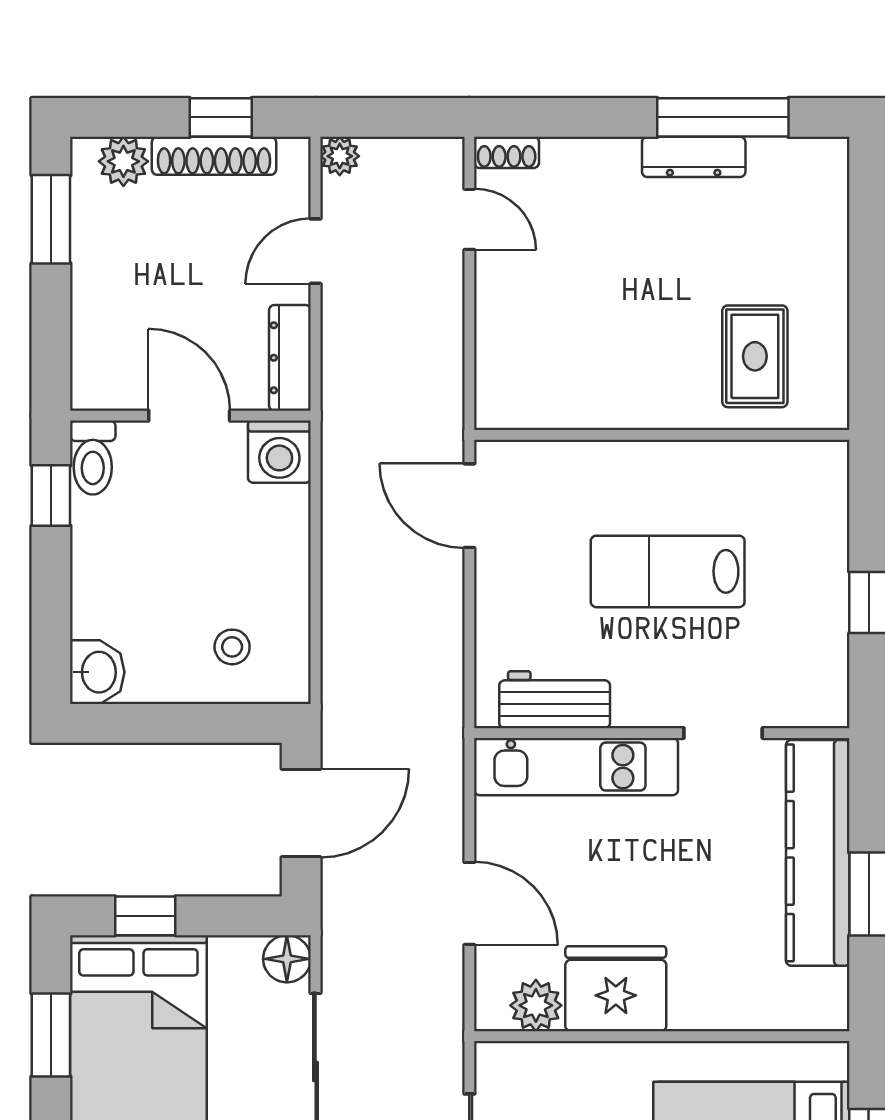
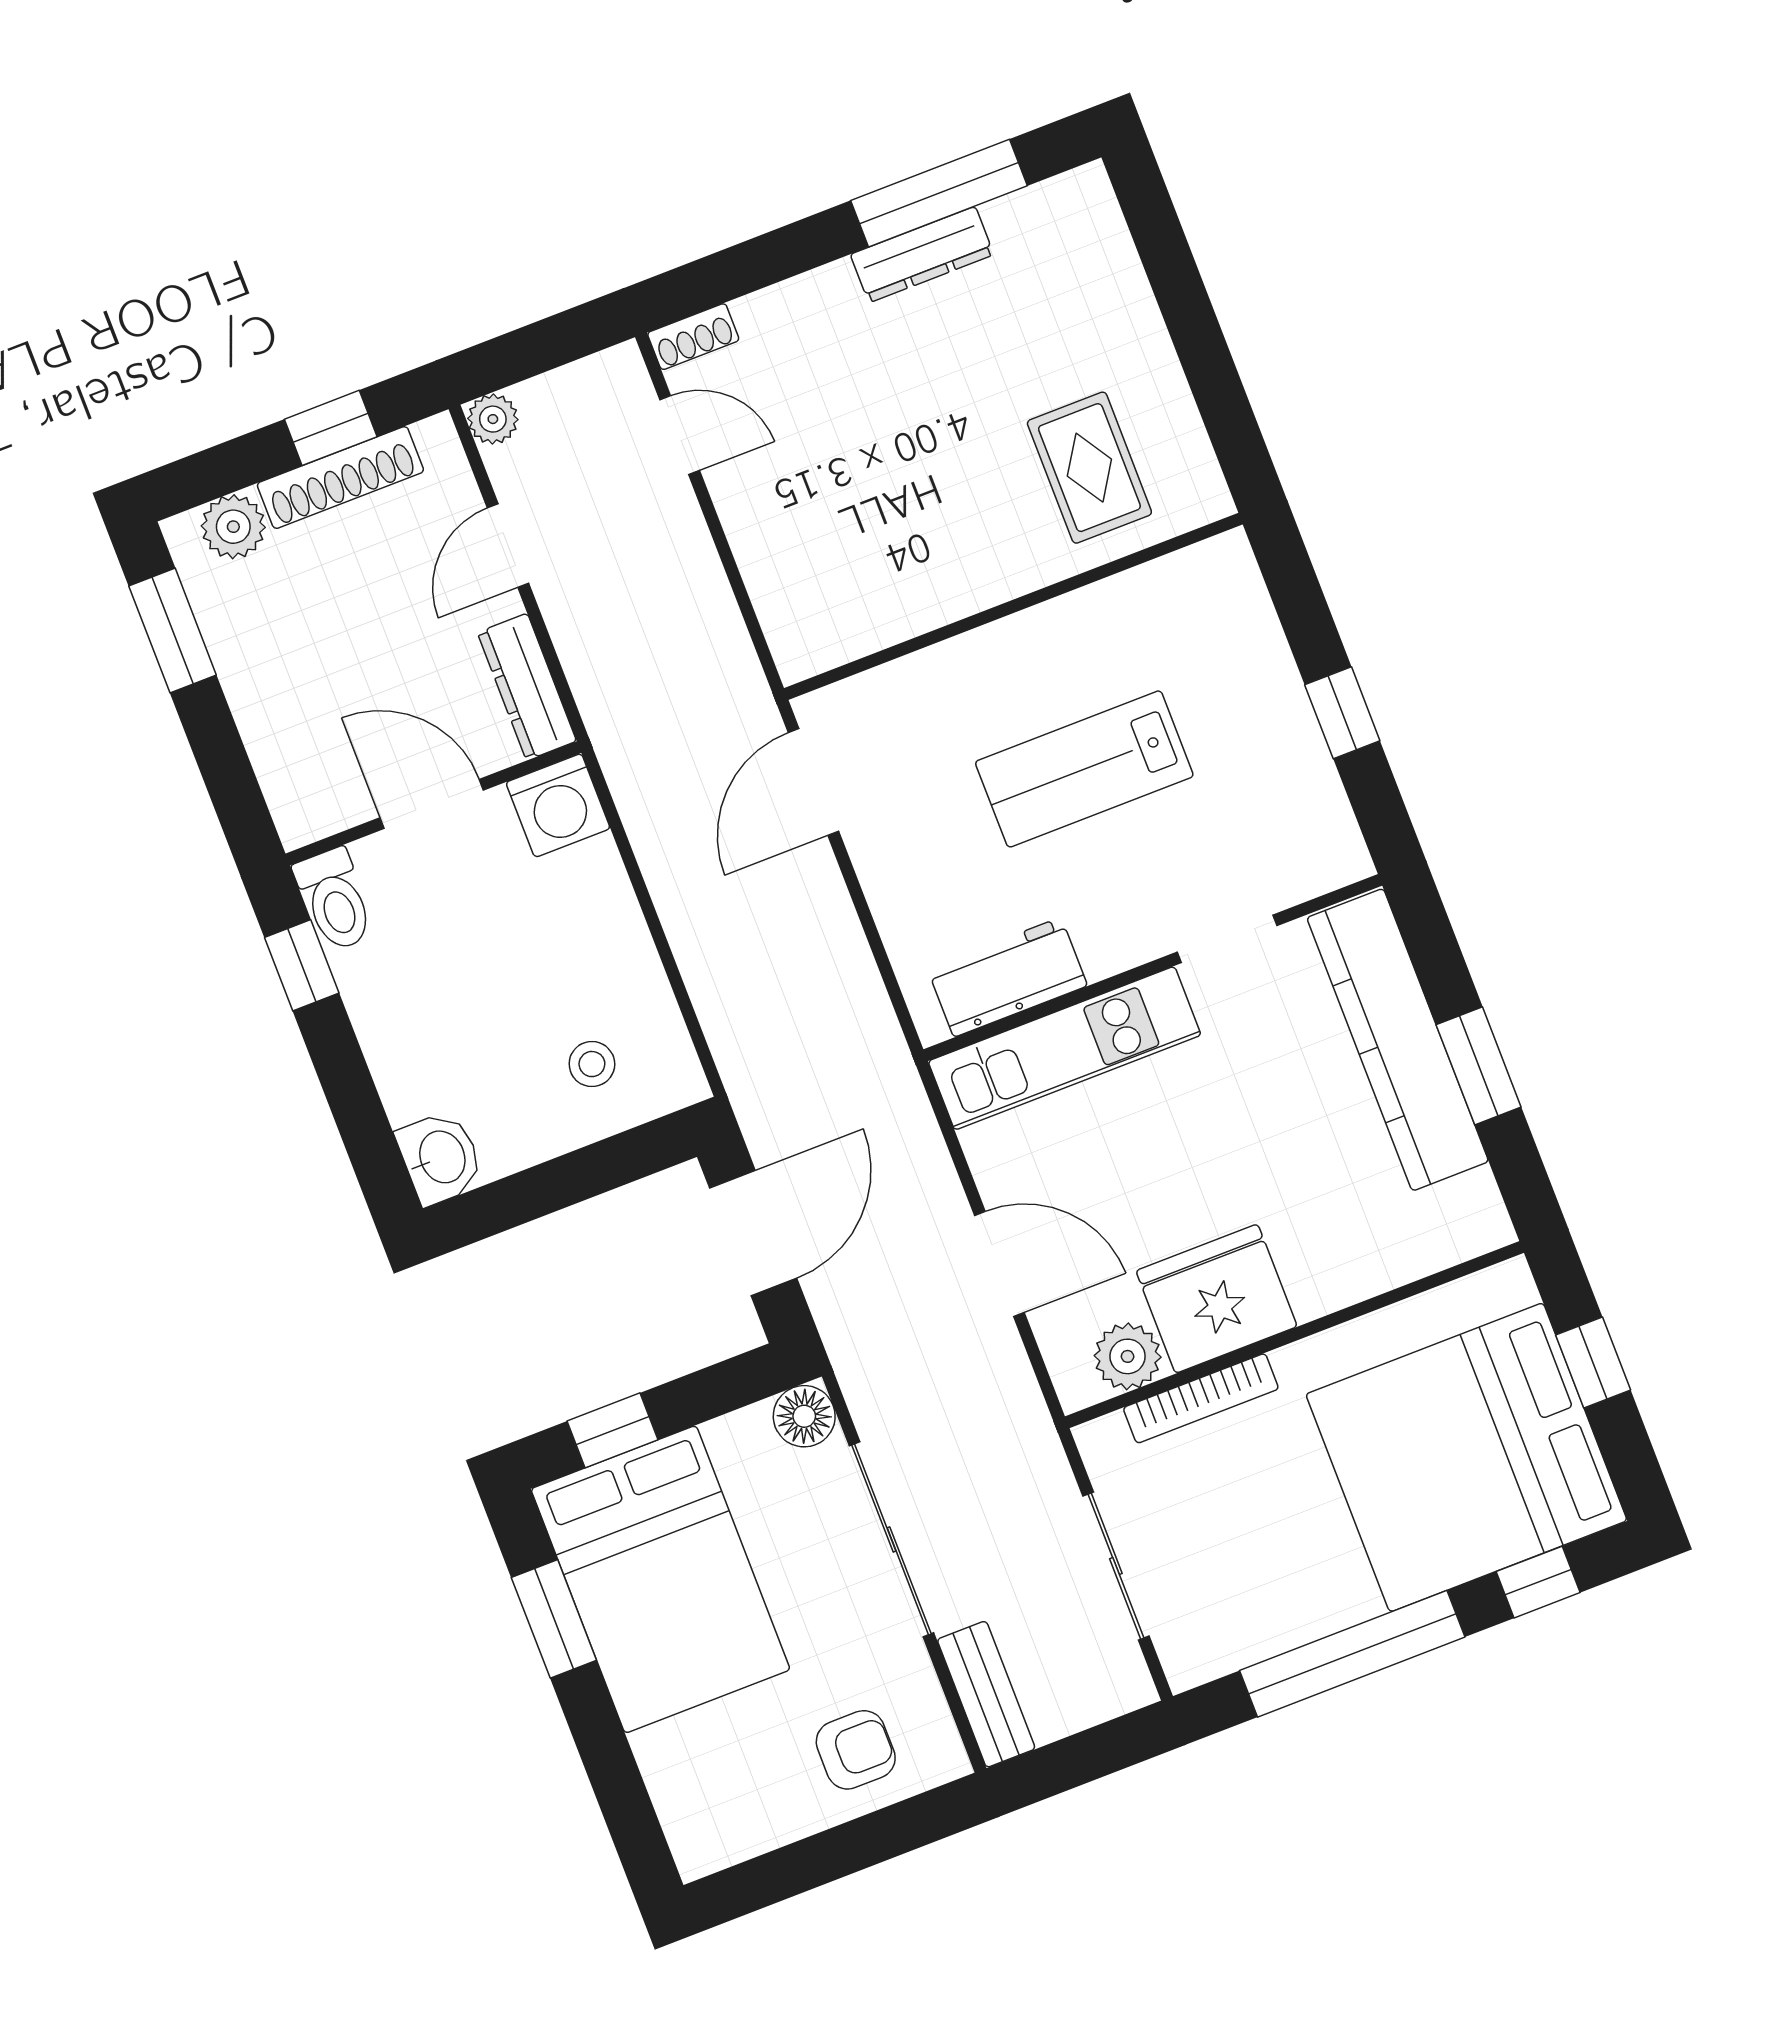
door: (469, 506) -> (813, 782), hinge flipped
bookcase: (577, 1056) -> (1201, 1398), added

